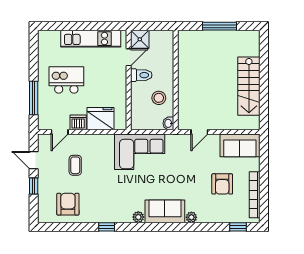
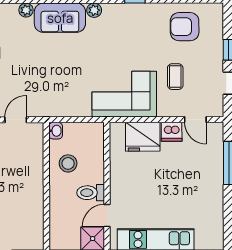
kitchen island: (66, 80) -> (187, 186), removed
door: (60, 132) -> (195, 120), swing flipped
corner sofa: (140, 152) -> (124, 94), moved
armchair: (68, 204) -> (185, 27), turned 90

